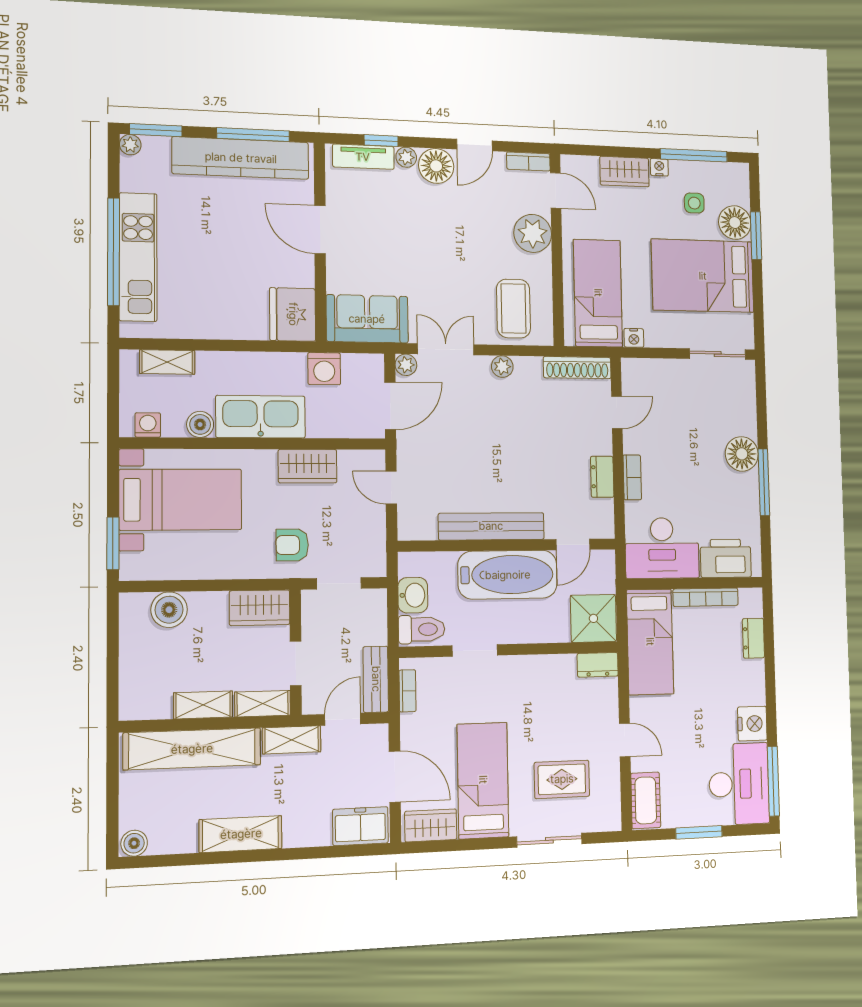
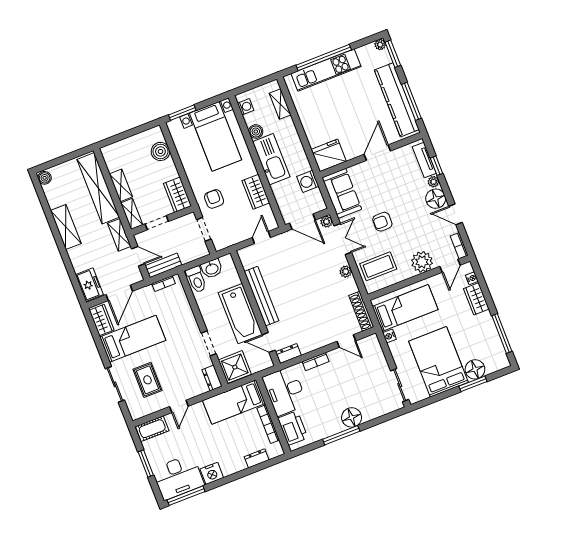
nightstand: (659, 167) -> (472, 278), moved
side table: (694, 203) -> (476, 343), removed
armchair: (441, 271) -> (382, 222), added
dresser: (602, 477) -> (288, 354), moved
doorway: (475, 650) -> (209, 343), moved

